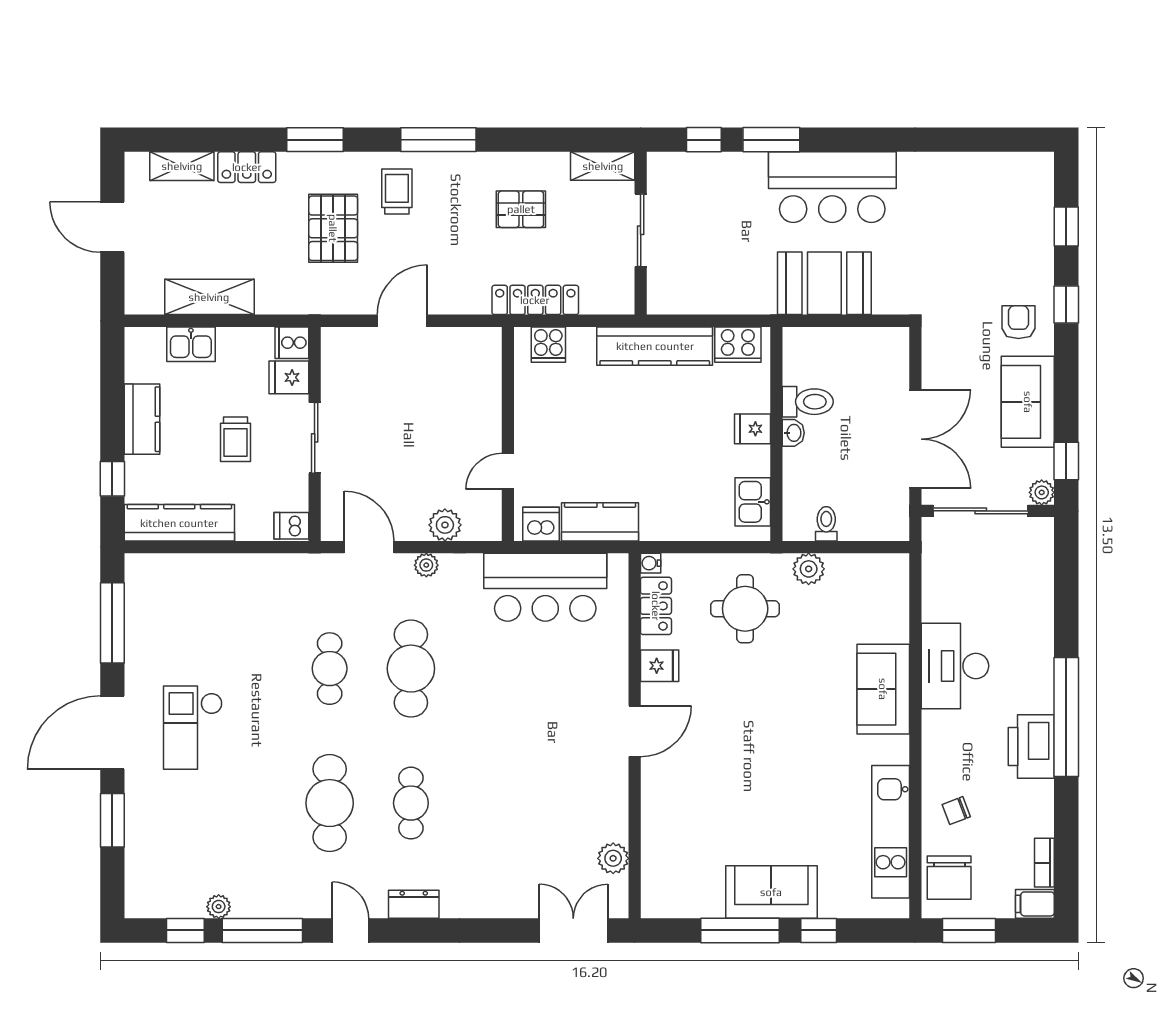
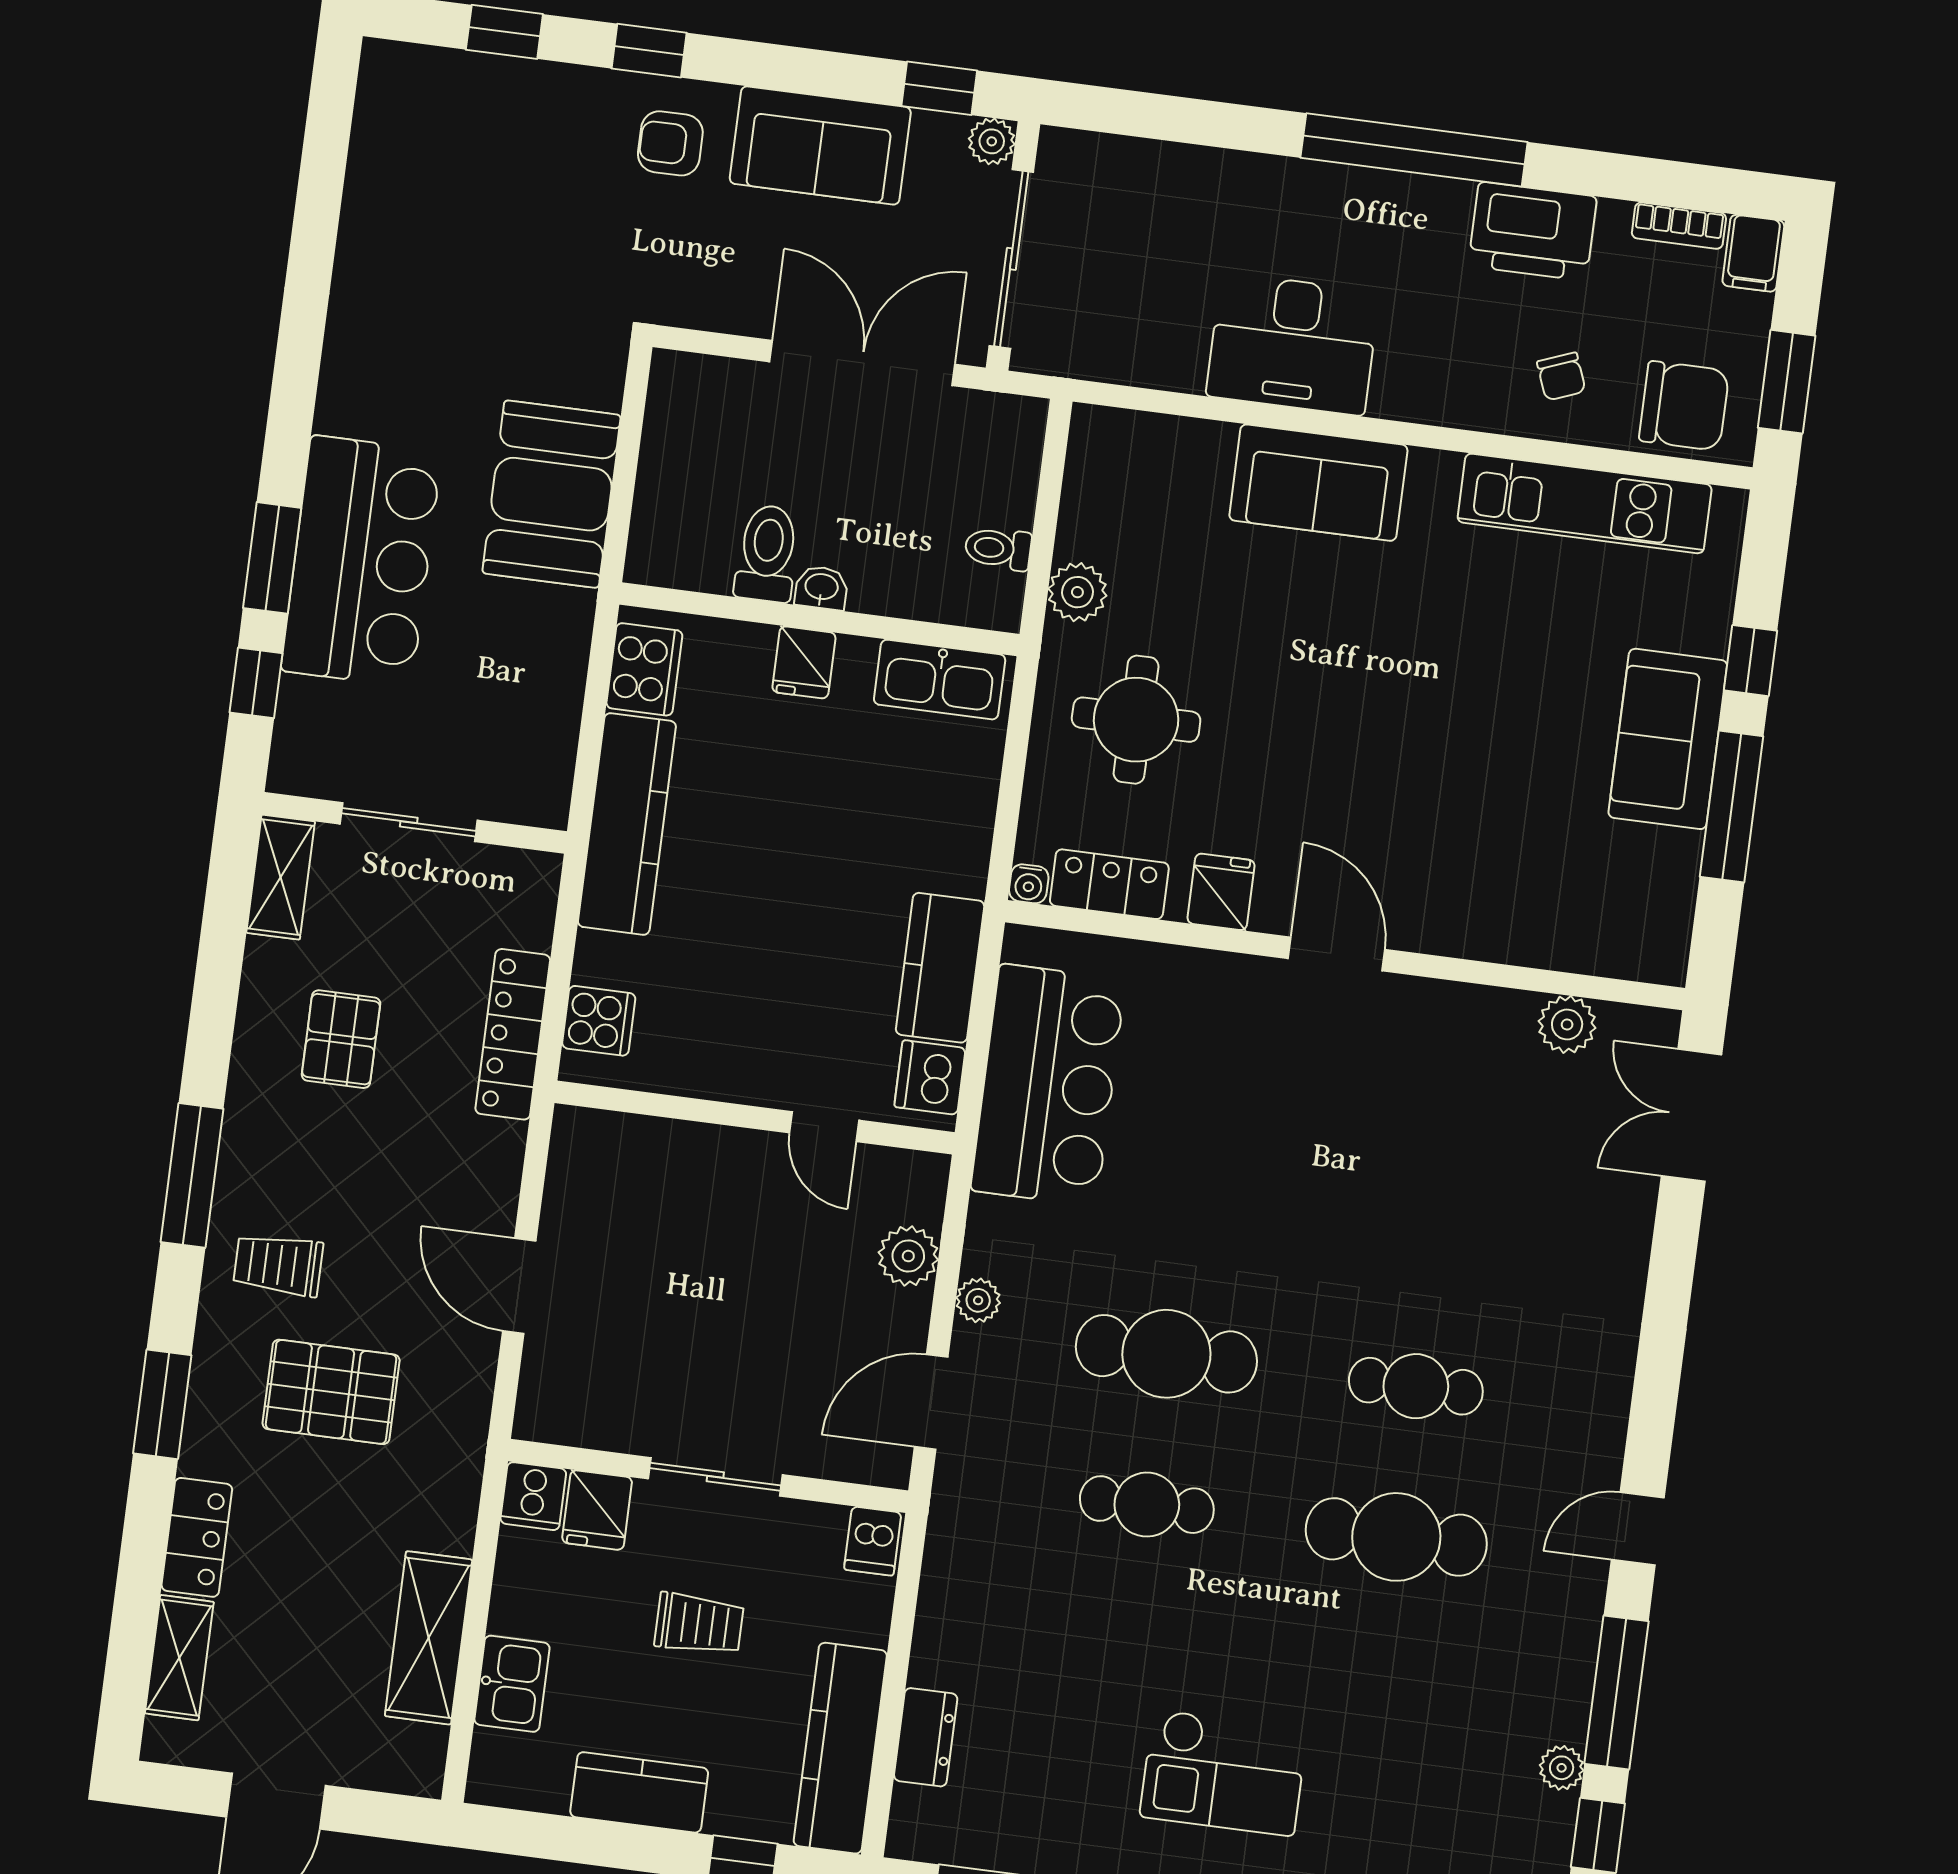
bar counter: (832, 187) -> (361, 561), moved
kitchen sink: (753, 502) -> (940, 680), width x1.38
printer: (1031, 747) -> (1532, 231), moved
dresser: (414, 904) -> (926, 1737), moved, turned 180

